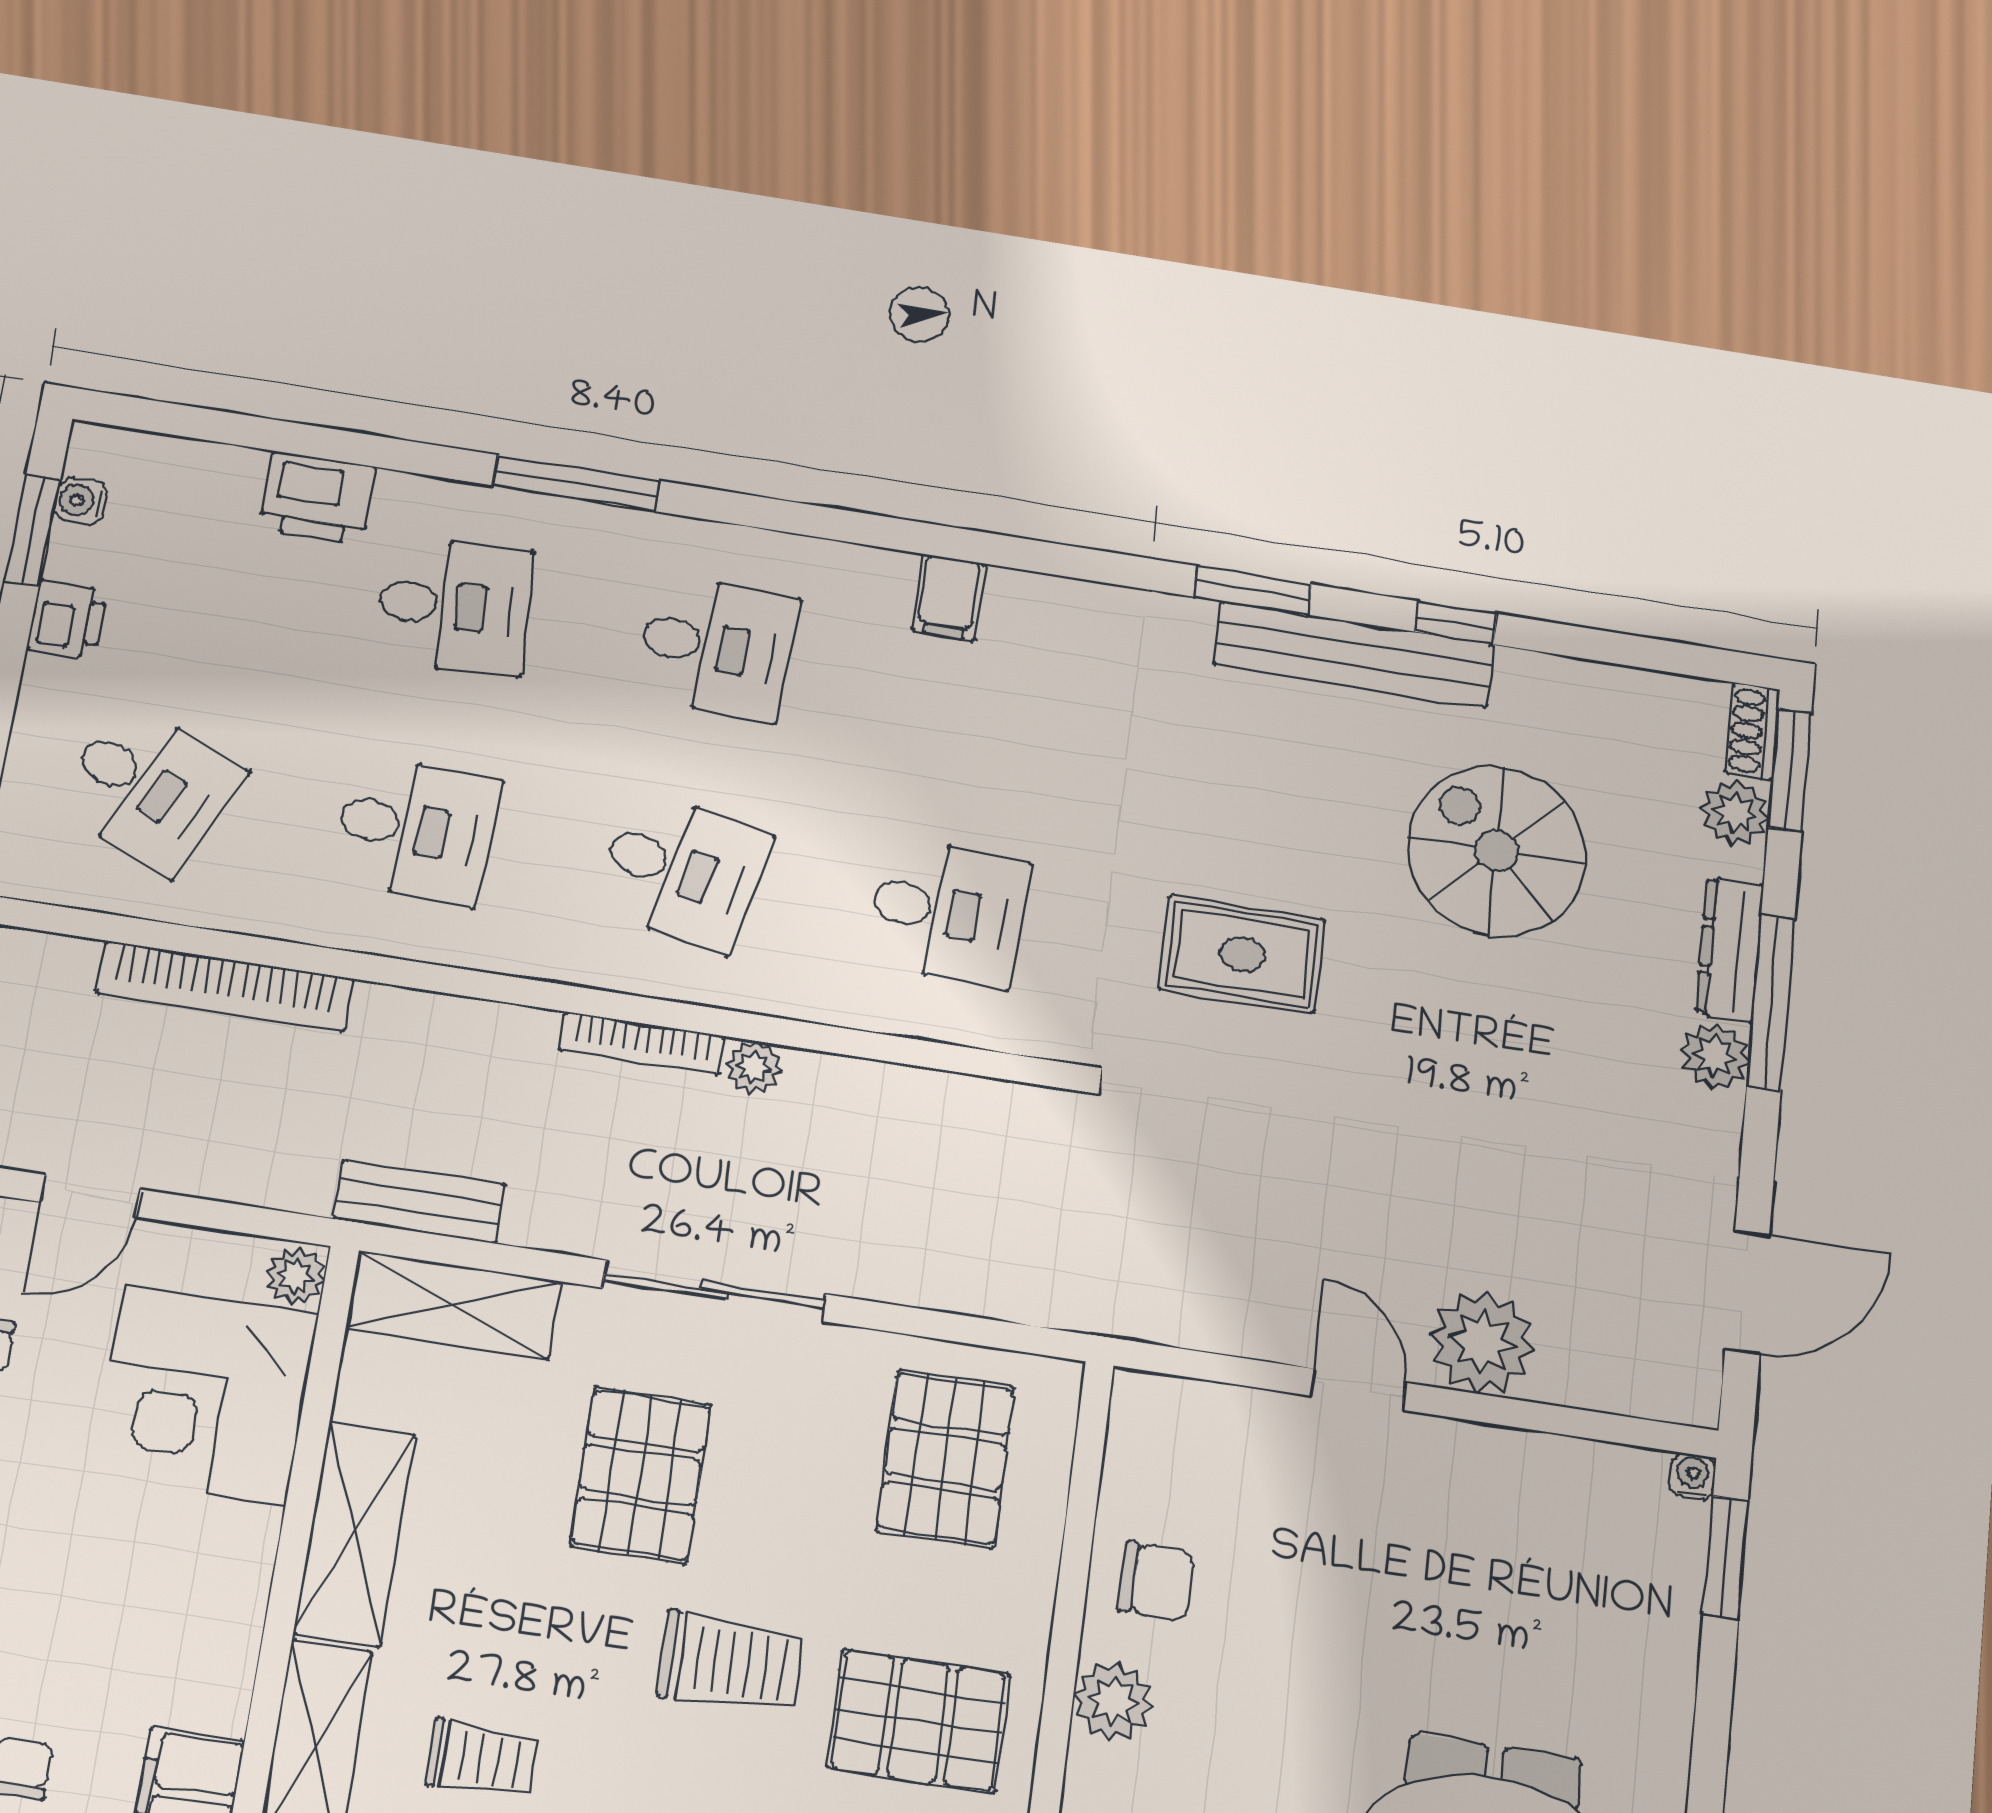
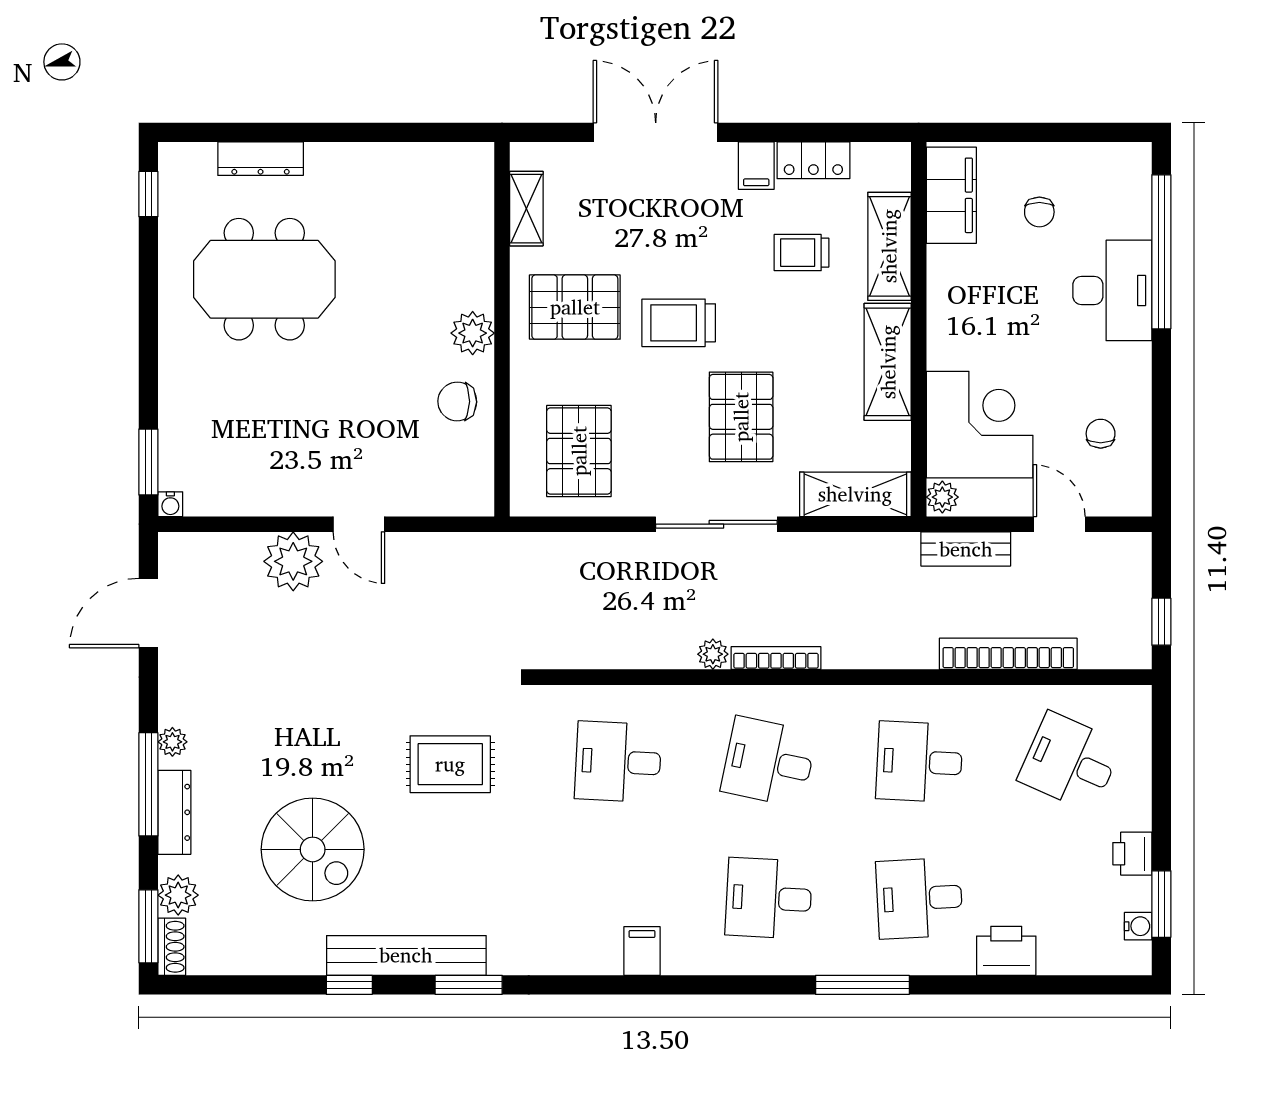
plant: (1714, 1056) -> (172, 742), width x0.73, depth x0.73
door: (91, 1196) -> (1059, 524), hinge flipped
bench: (419, 1202) -> (966, 549), moved

